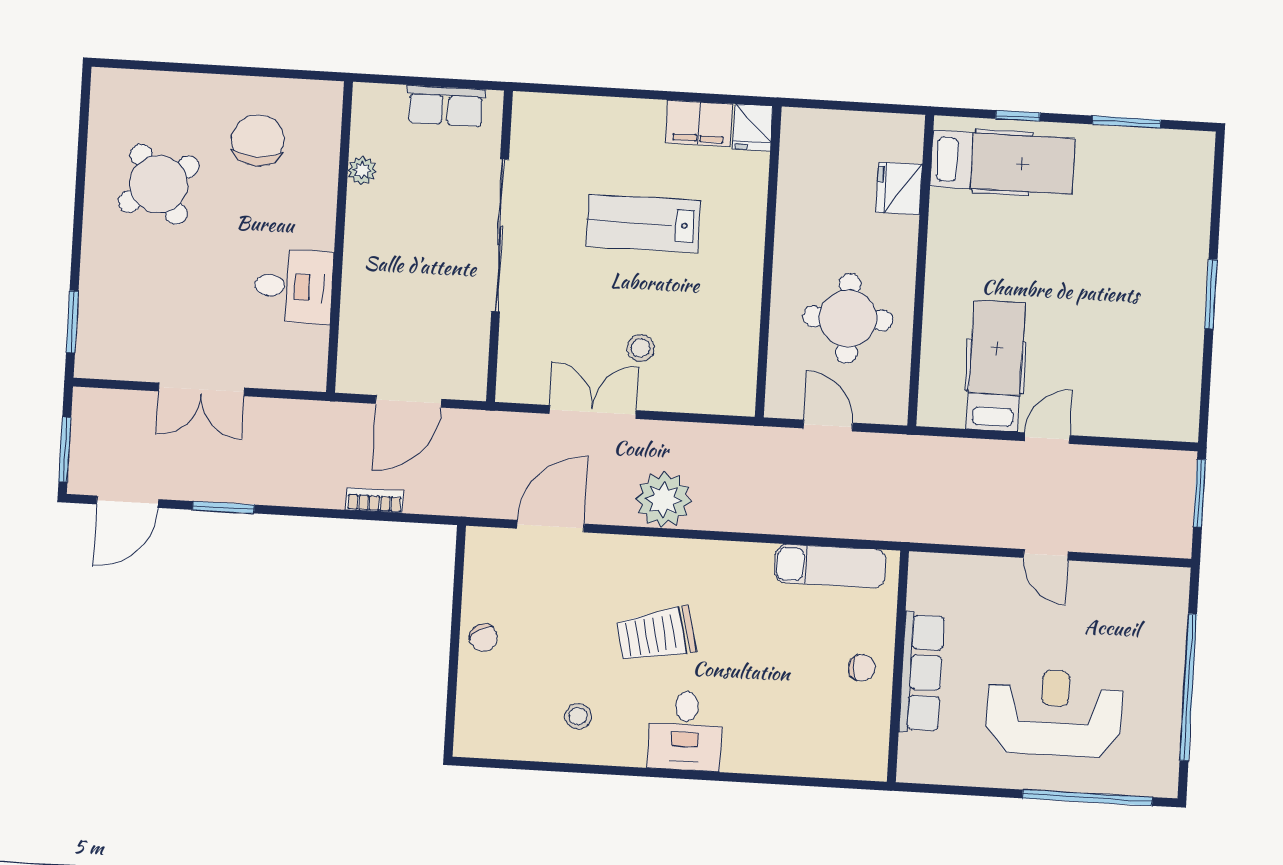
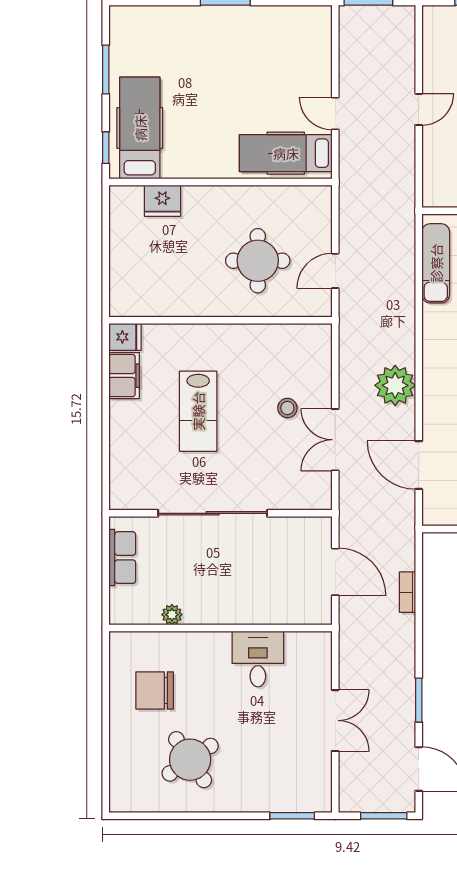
hospital bed: (1002, 162) -> (140, 128), moved
fridge: (899, 188) -> (162, 201), moved
wall: (921, 271) -> (220, 182), moved

